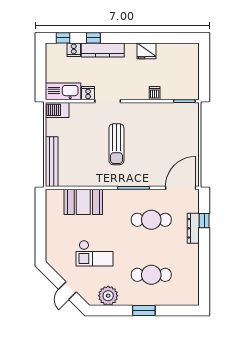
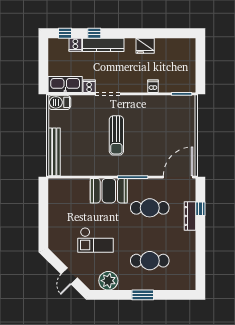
booth: (83, 202) -> (109, 191), moved

